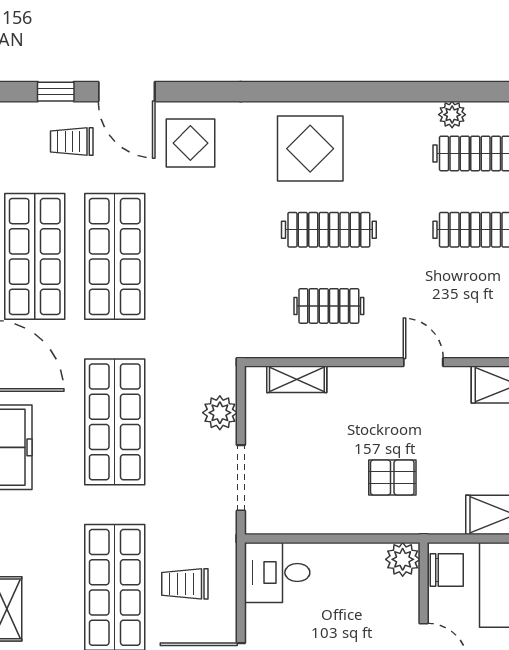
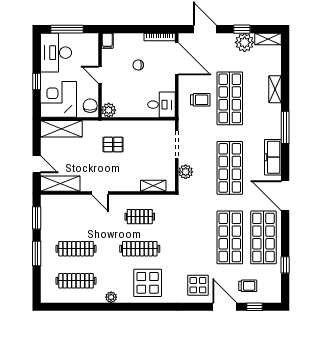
plant: (452, 115) -> (111, 297), moved
chair: (447, 570) -> (90, 106), turned 90

